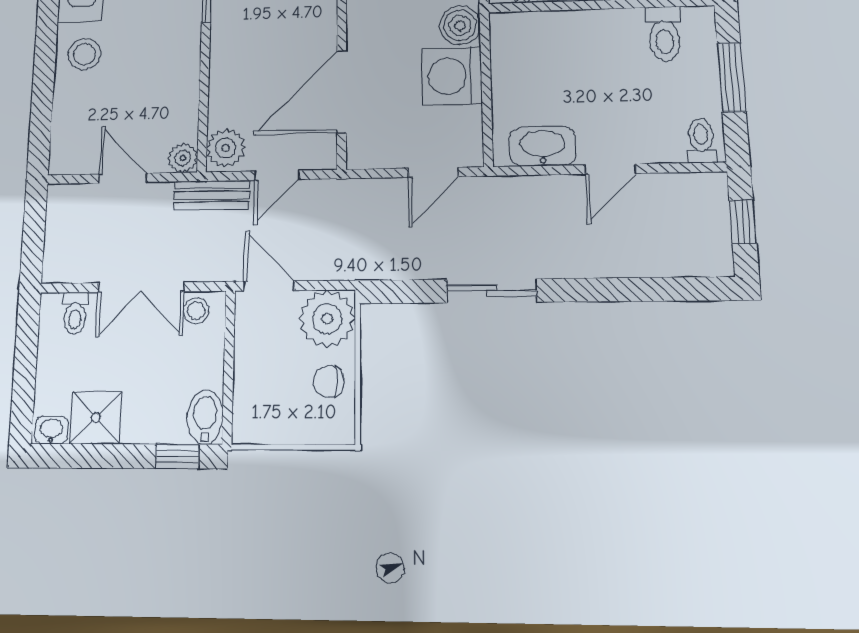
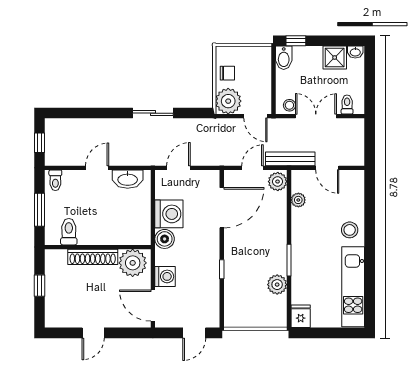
plant: (183, 158) -> (298, 200), moved
bench: (212, 195) -> (290, 159), width x1.36

